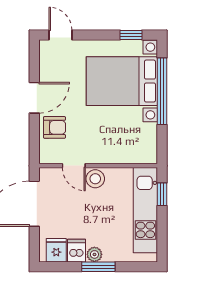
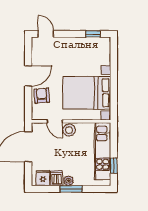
bed with nightstands: (122, 81) -> (87, 93), moved
window: (162, 91) -> (114, 71), removed
armchair: (55, 127) -> (42, 96), turned -94
window: (162, 194) -> (114, 166), moved

